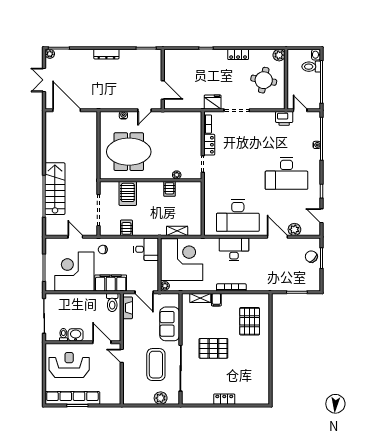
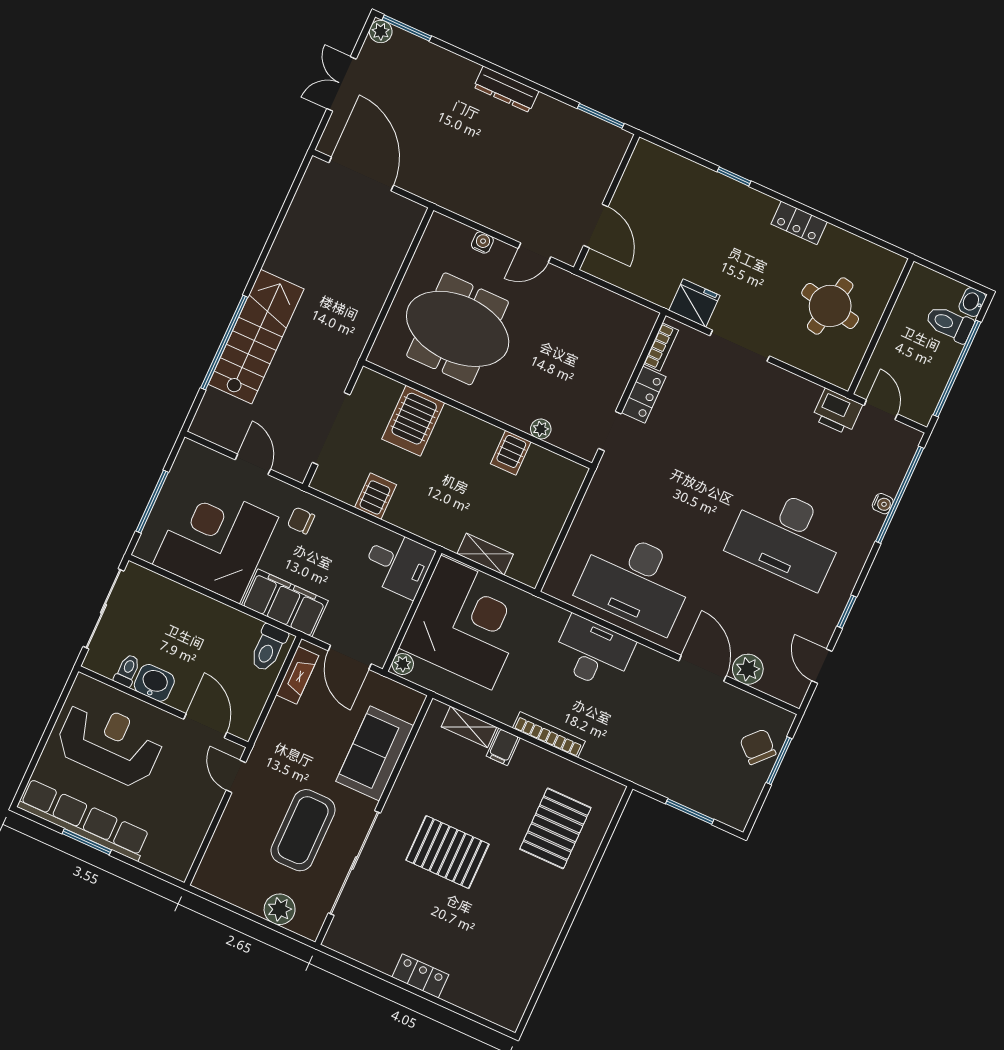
plant: (279, 55) -> (890, 266), removed

